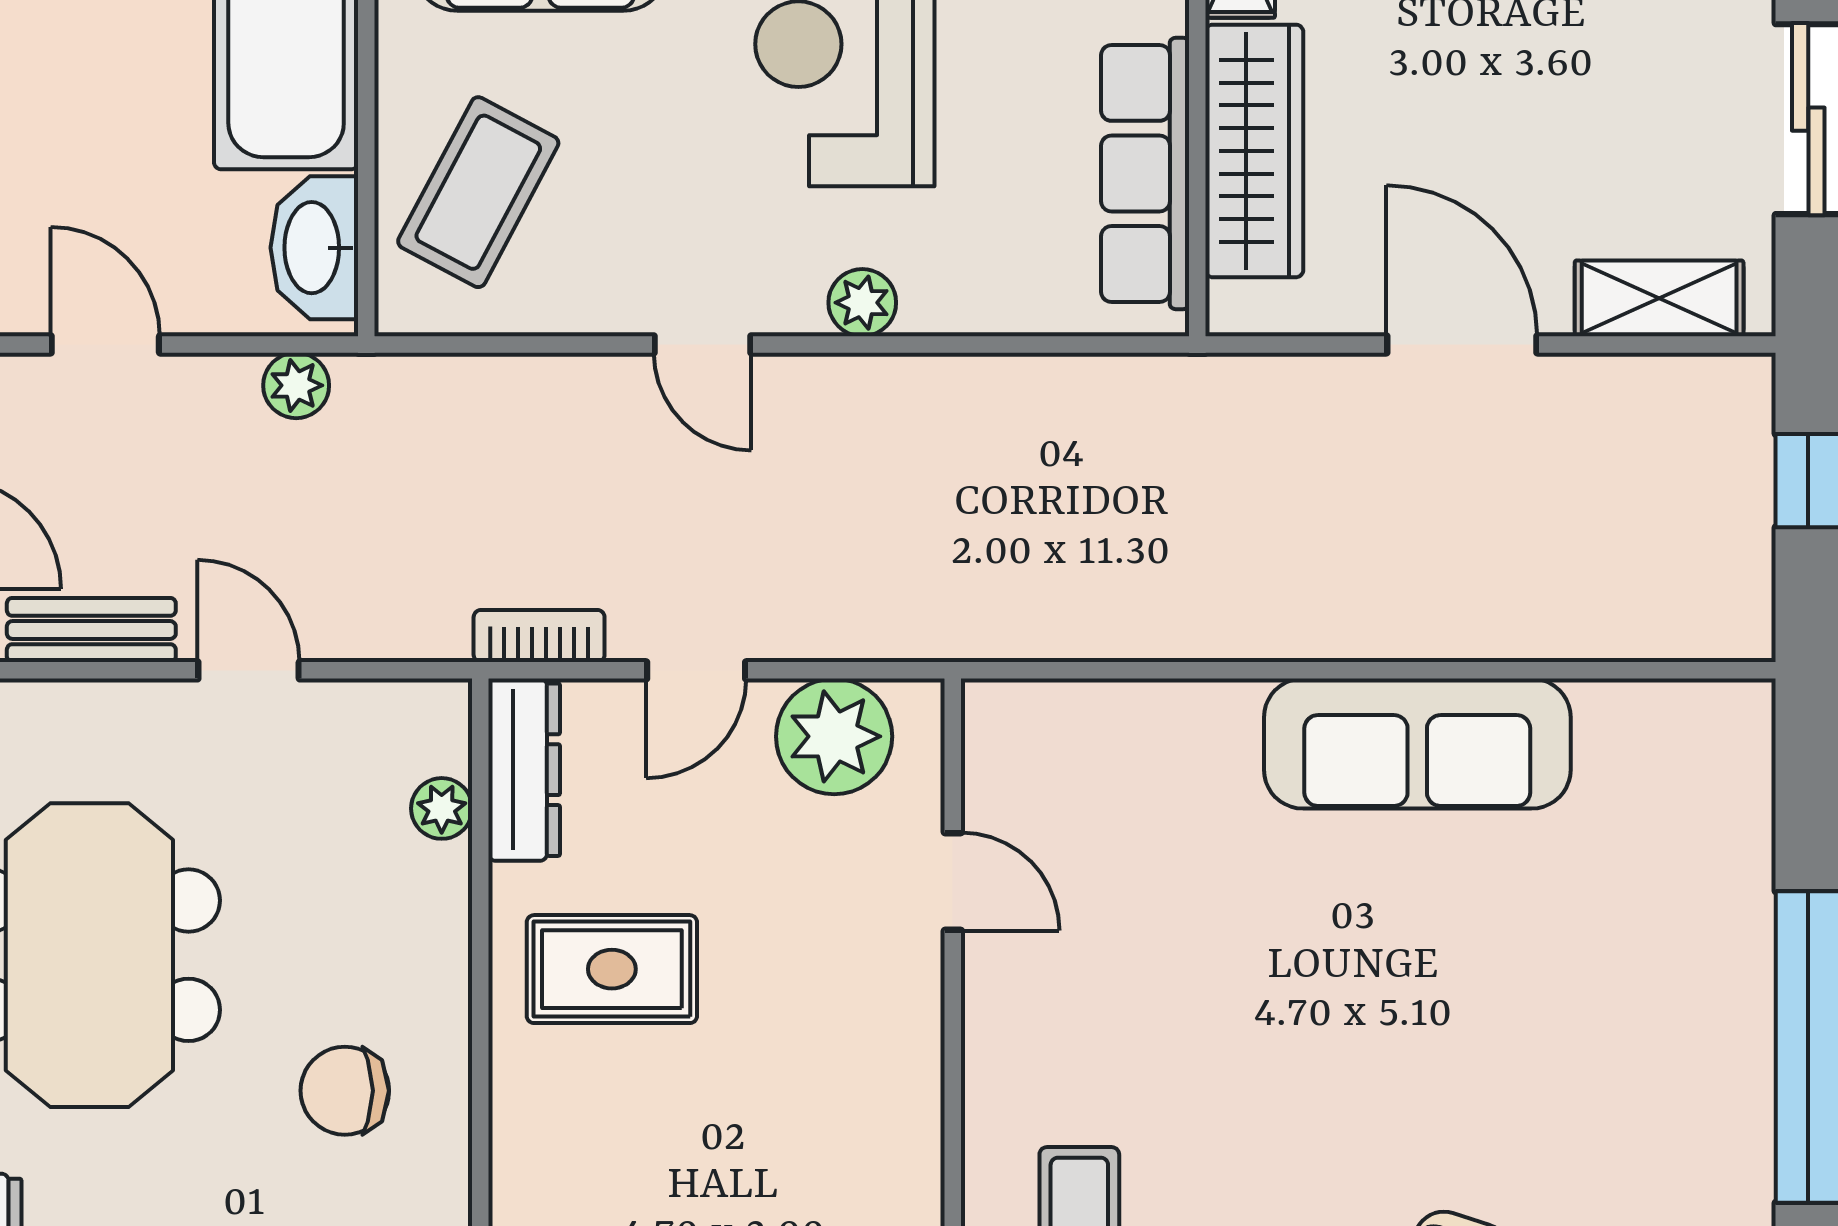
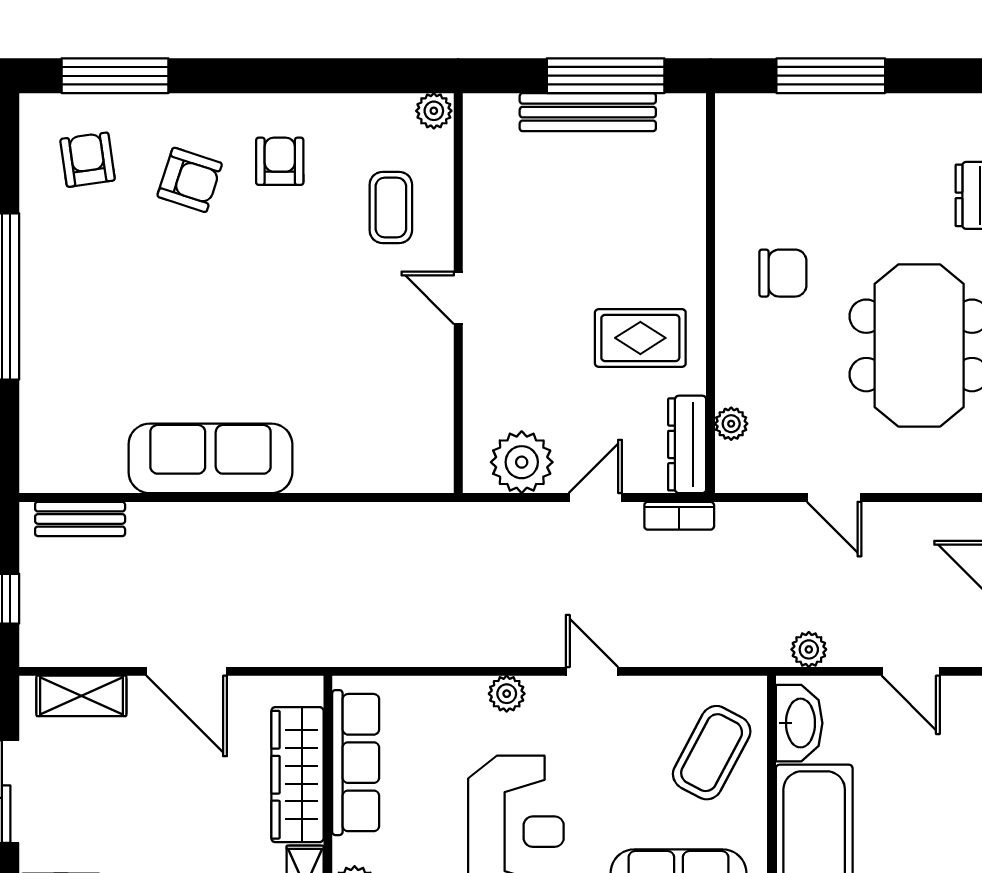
bench: (91, 630) -> (80, 519), moved
door: (953, 882) -> (458, 298), moved

